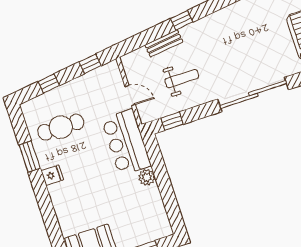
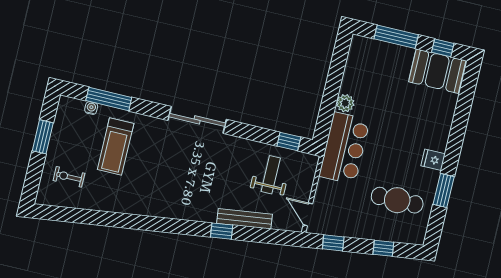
bench: (164, 43) -> (244, 219), width x1.36
weight bench: (182, 79) -> (271, 175), moved, turned 90
sliding door: (253, 94) -> (197, 120), width x0.73
door: (130, 96) -> (308, 214), moved

